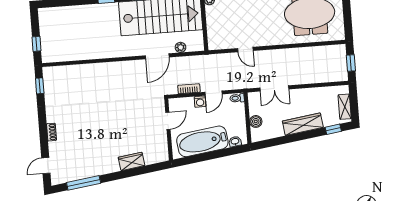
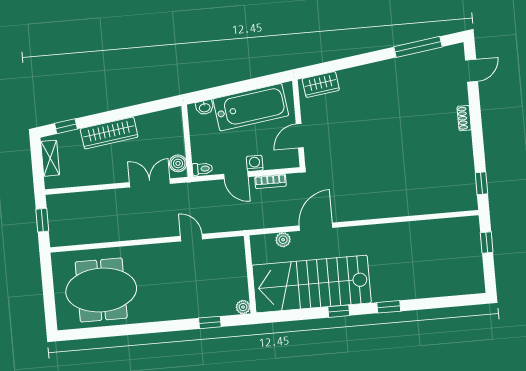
door: (213, 93) -> (236, 175), swing flipped
boiler: (256, 121) -> (178, 163), moved
wardrobe: (131, 161) -> (321, 84), moved

